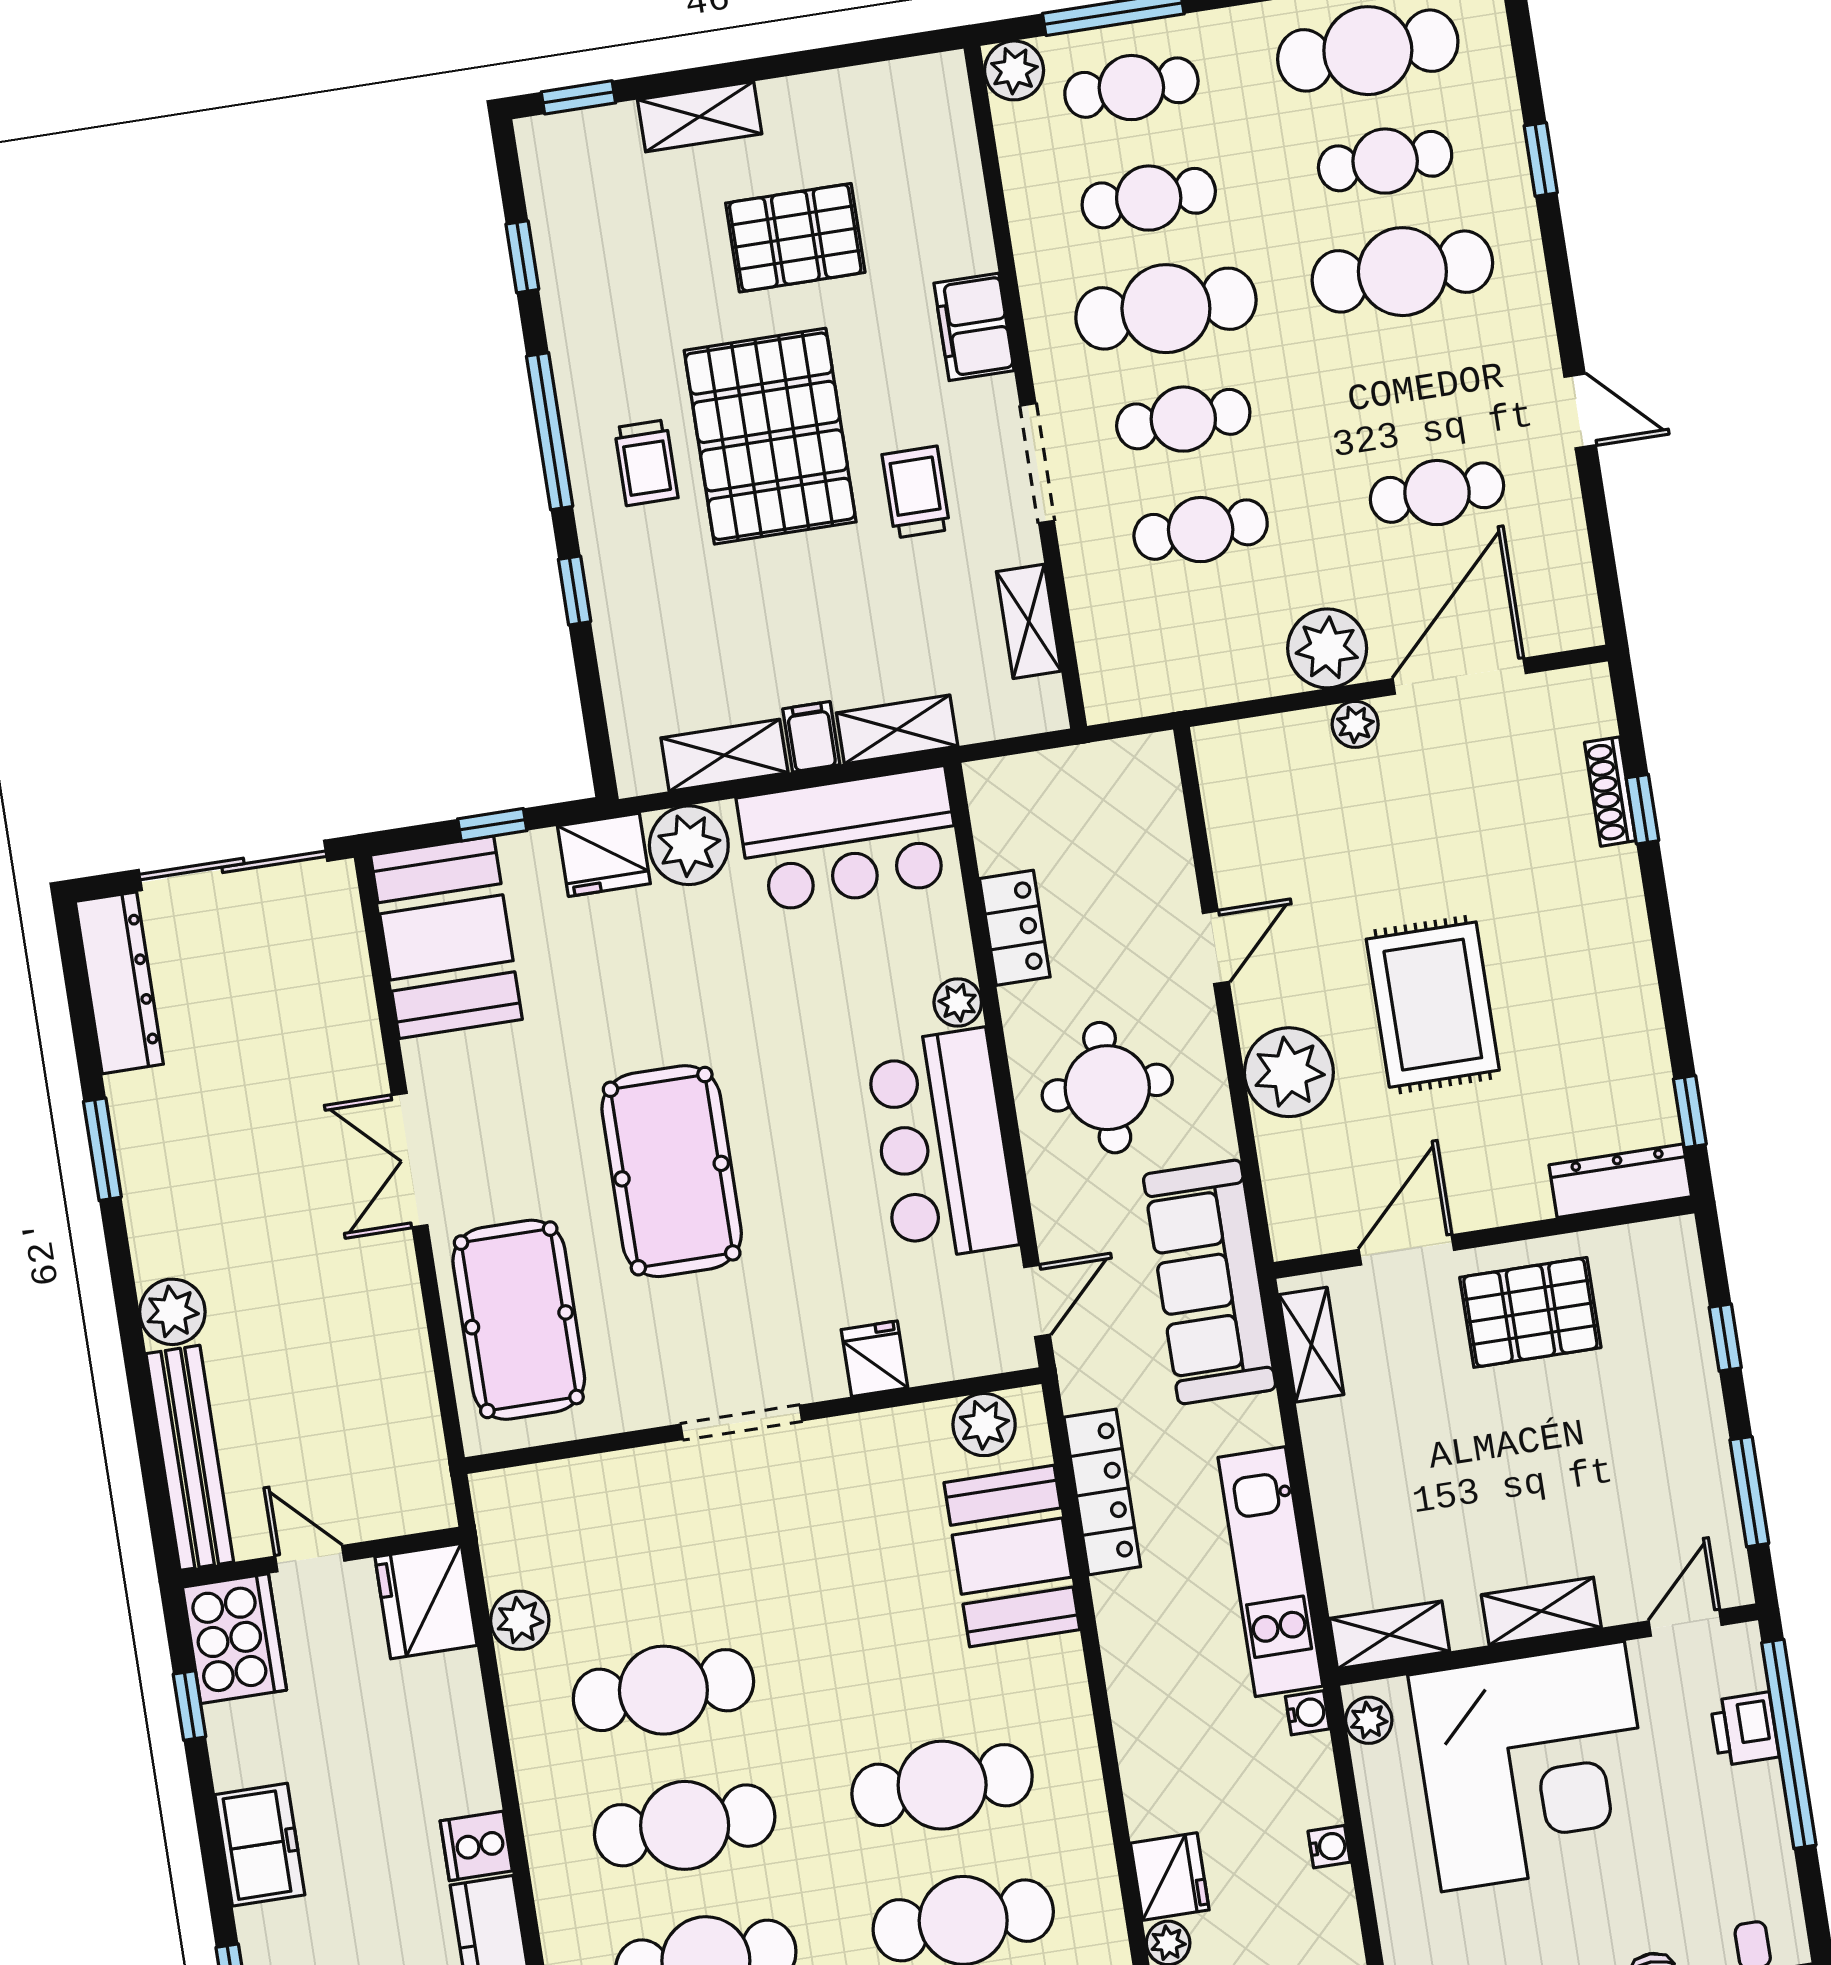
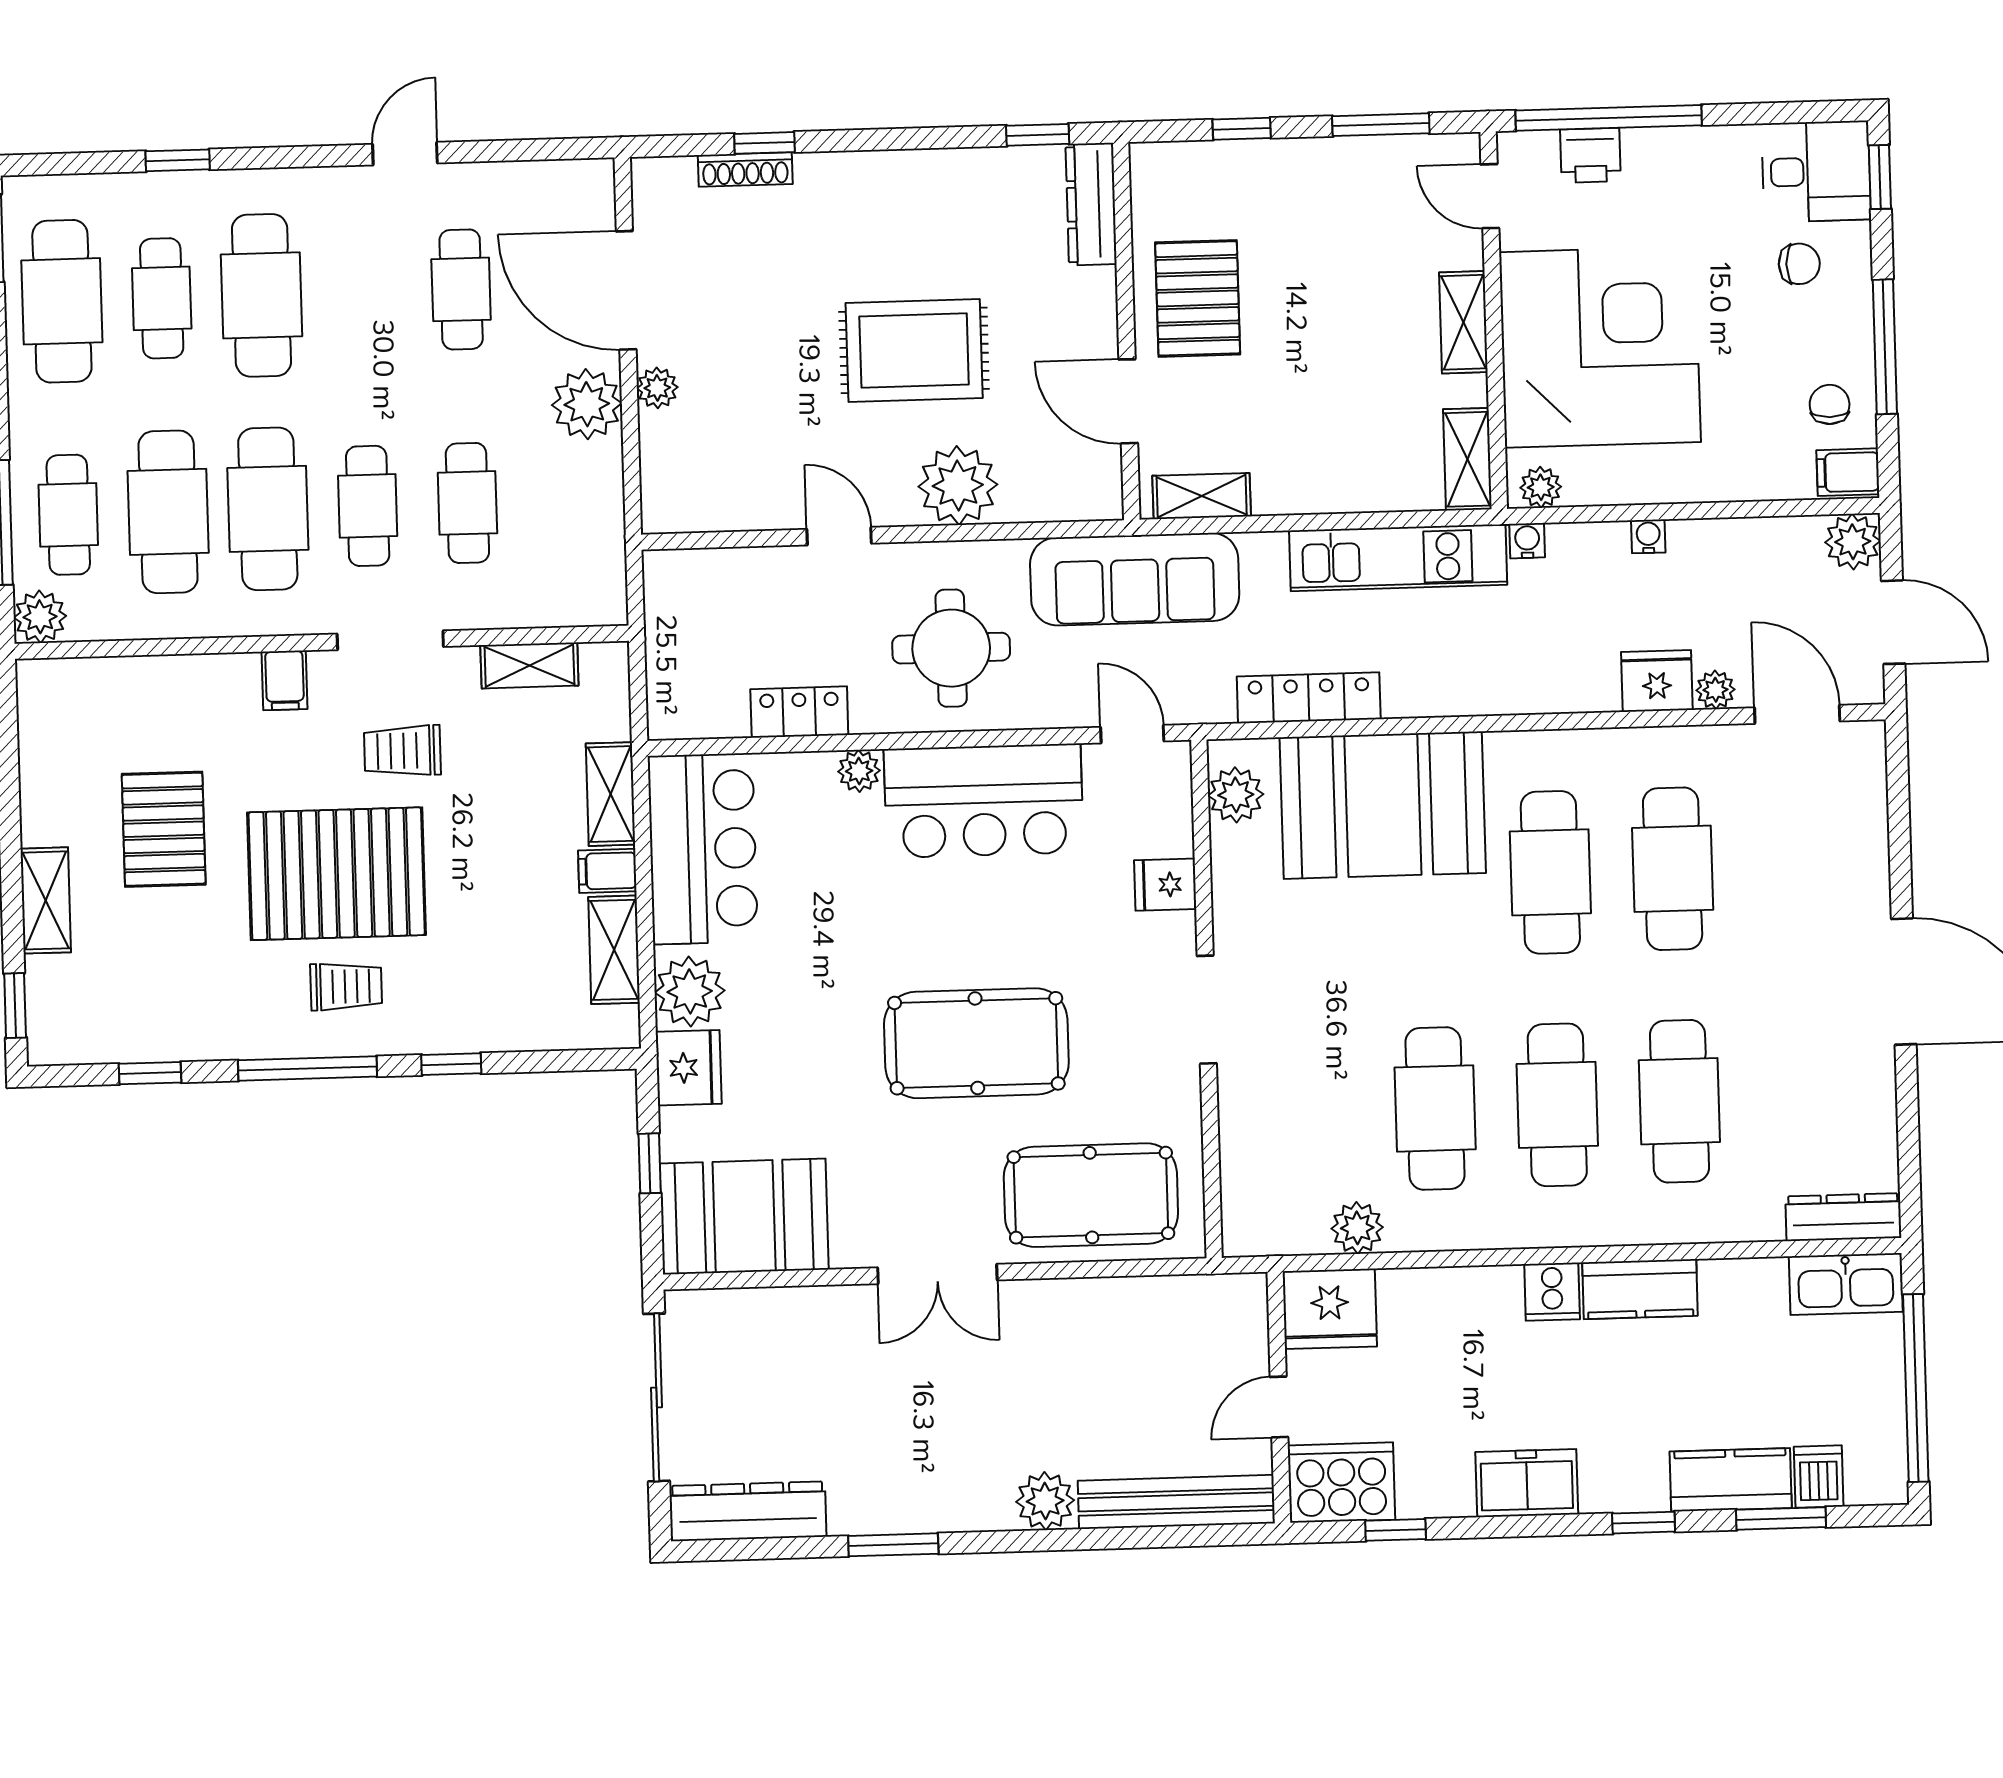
cafe table: (1149, 198) -> (168, 512), width x1.37, depth x1.35
filing cabinet: (974, 327) -> (285, 680), width x0.50
booth: (1012, 1556) -> (1383, 805), width x1.36, depth x1.42

